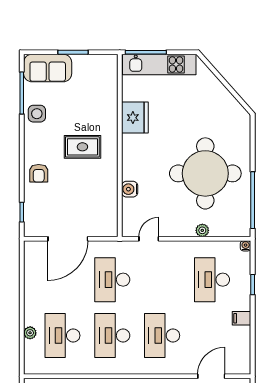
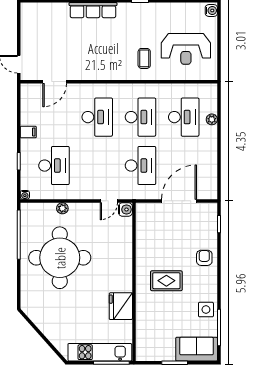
water cooler: (130, 189) -> (125, 210), moved

